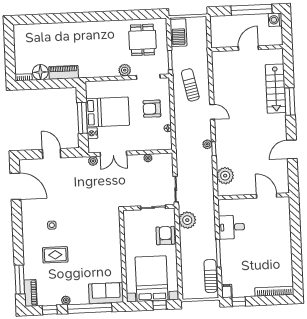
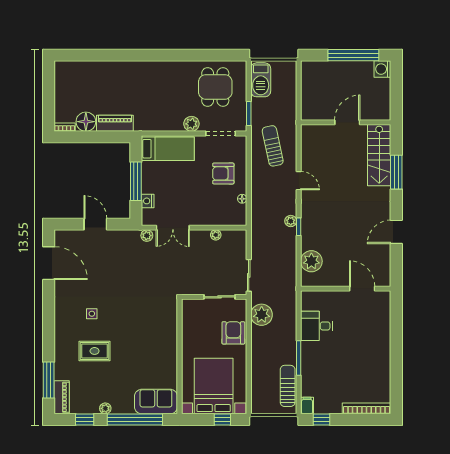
wall: (247, 48) -> (346, 122), moved
door: (248, 48) -> (347, 122), moved
bed: (108, 112) -> (168, 149), moved, width x0.67

